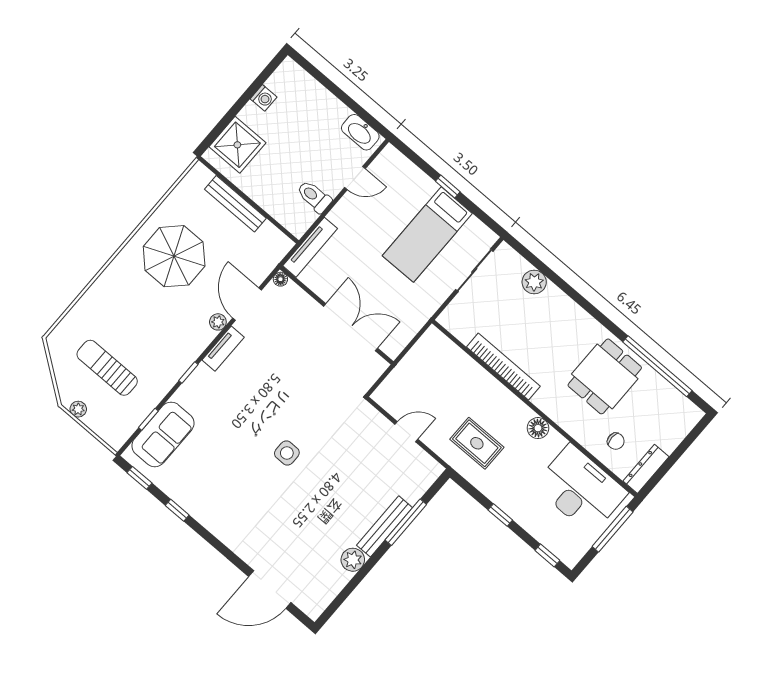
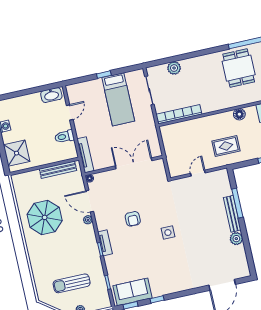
bench: (235, 204) -> (58, 170), moved
tv unit: (223, 349) -> (105, 243), moved
bookcase: (503, 367) -> (179, 114), moved
armchair: (268, 387) -> (133, 219), added
sofa: (163, 434) -> (133, 292), moved, turned -90

